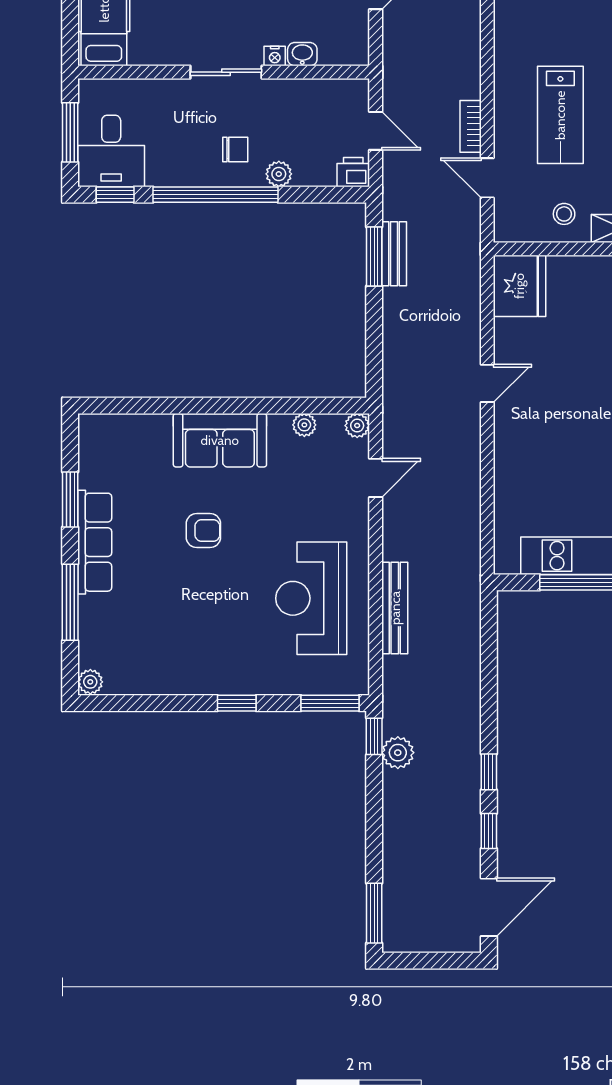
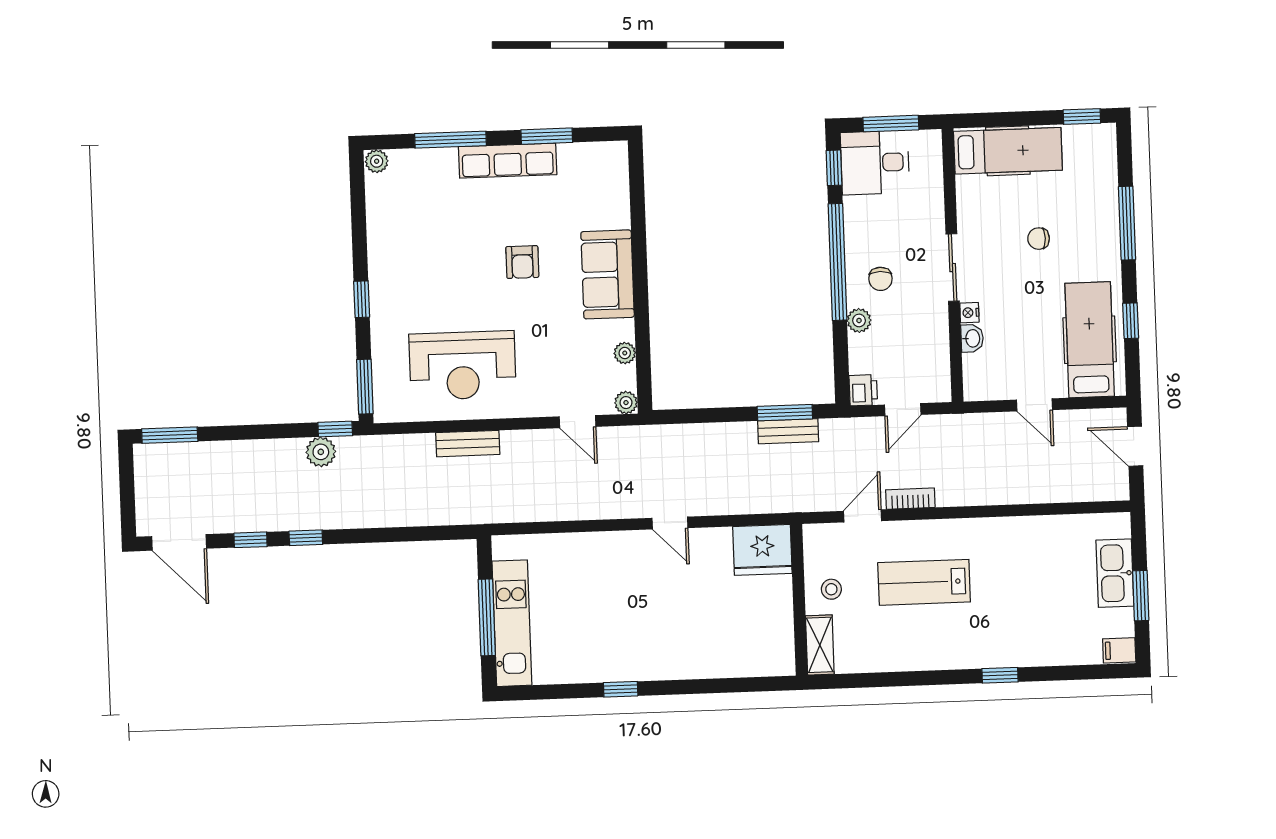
reception desk: (311, 598) -> (463, 365), turned 180
bench: (395, 608) -> (468, 444), width x0.73

